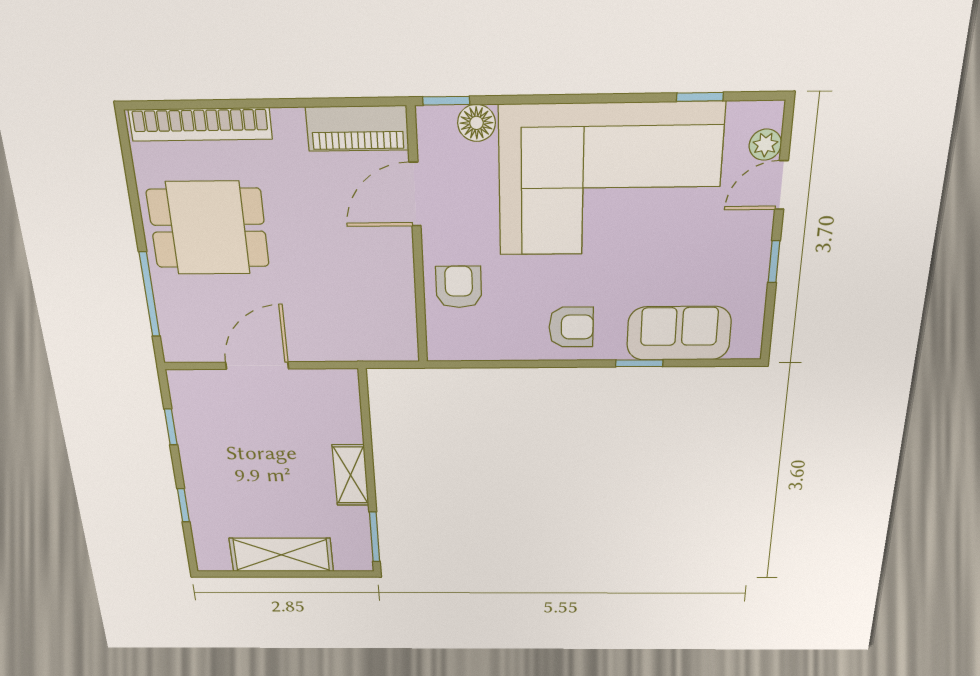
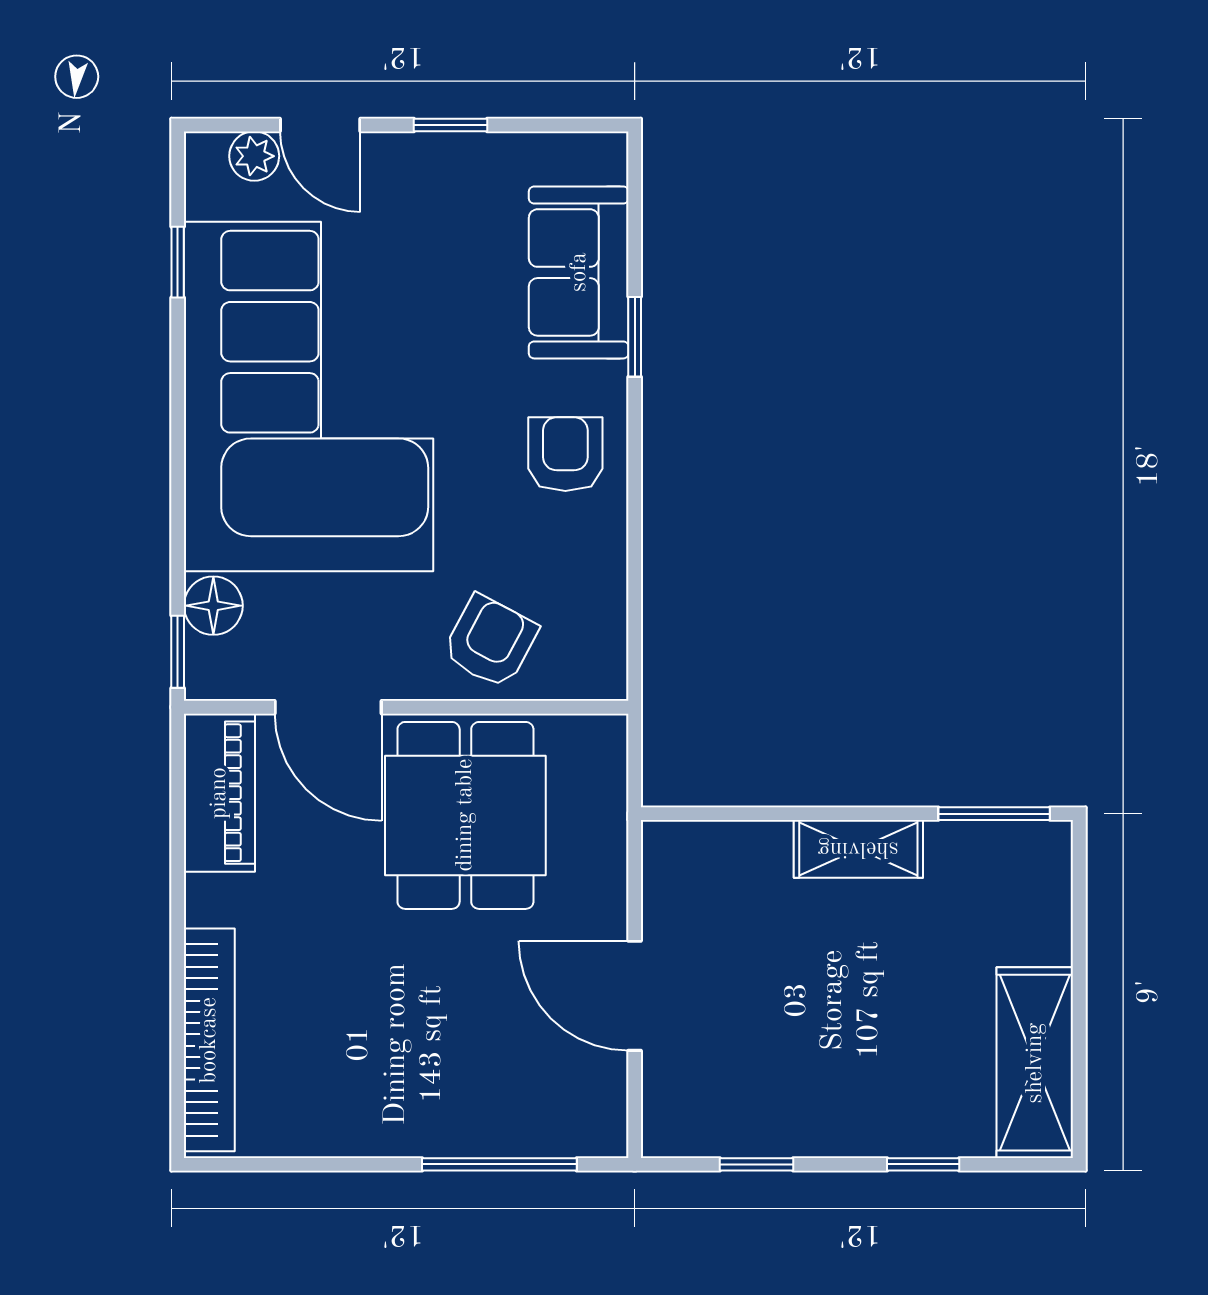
dining table: (208, 228) -> (465, 815), moved
armchair: (459, 287) -> (490, 642), turned 118
shelving: (281, 555) -> (1035, 1063), moved

